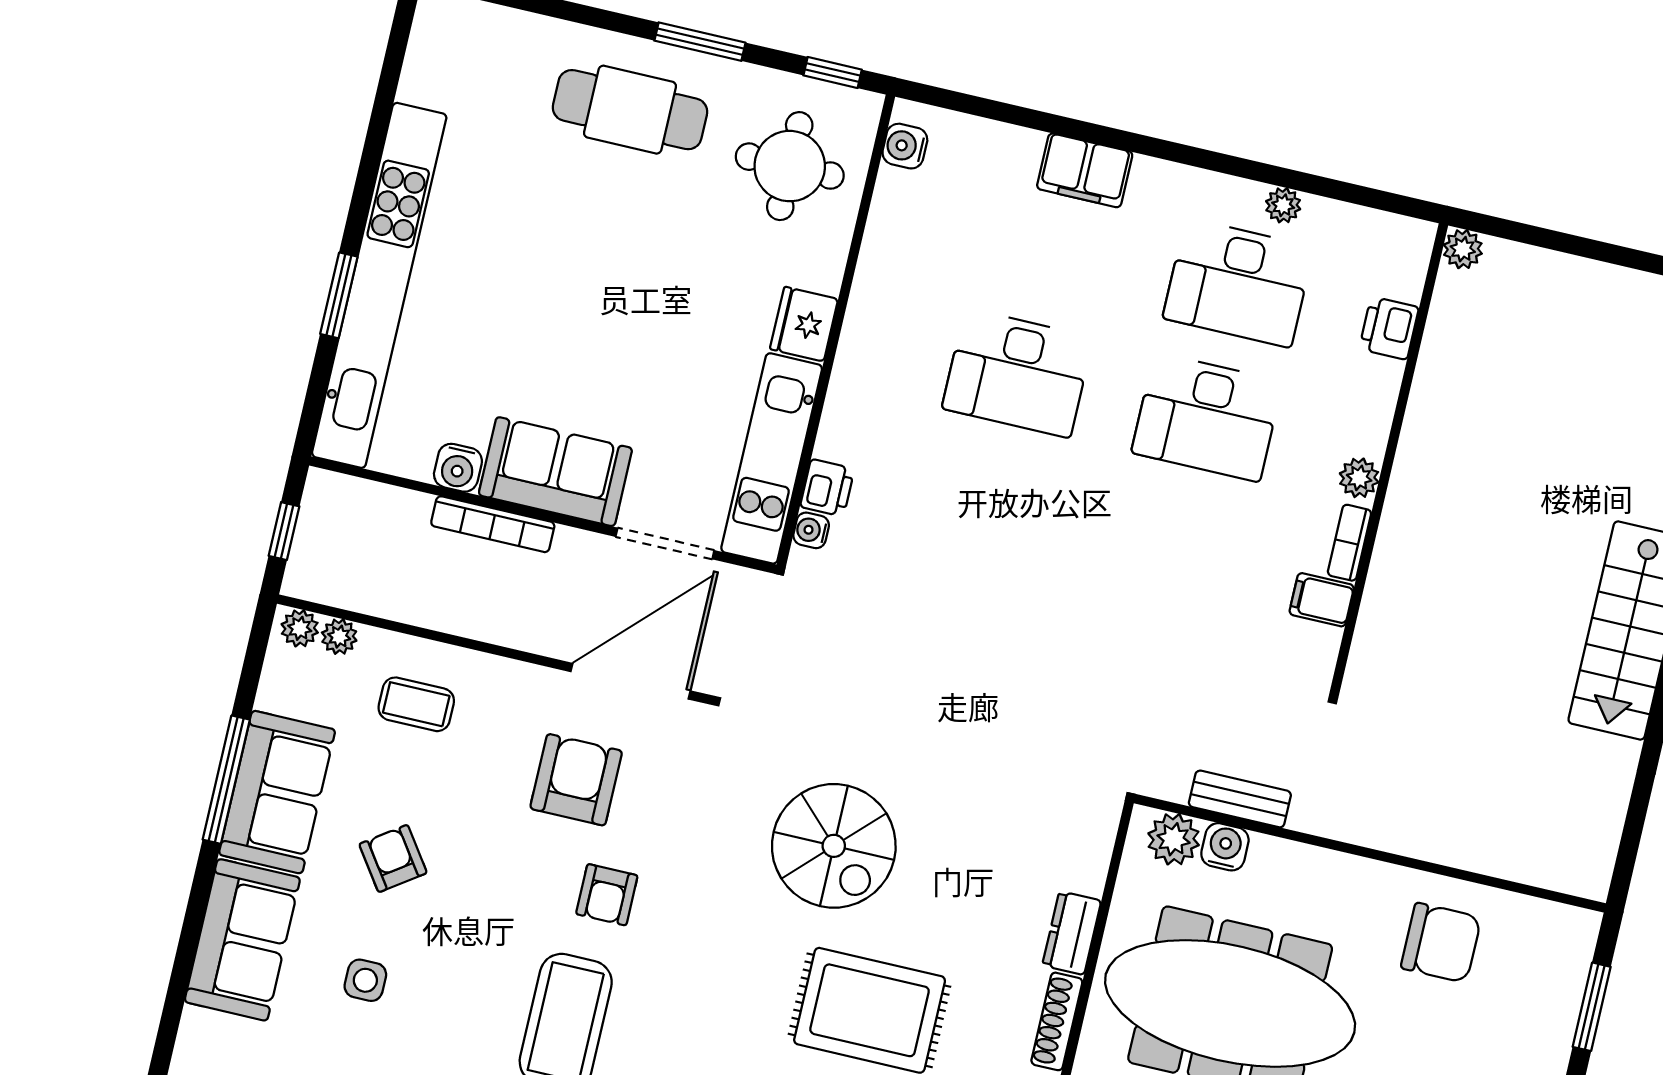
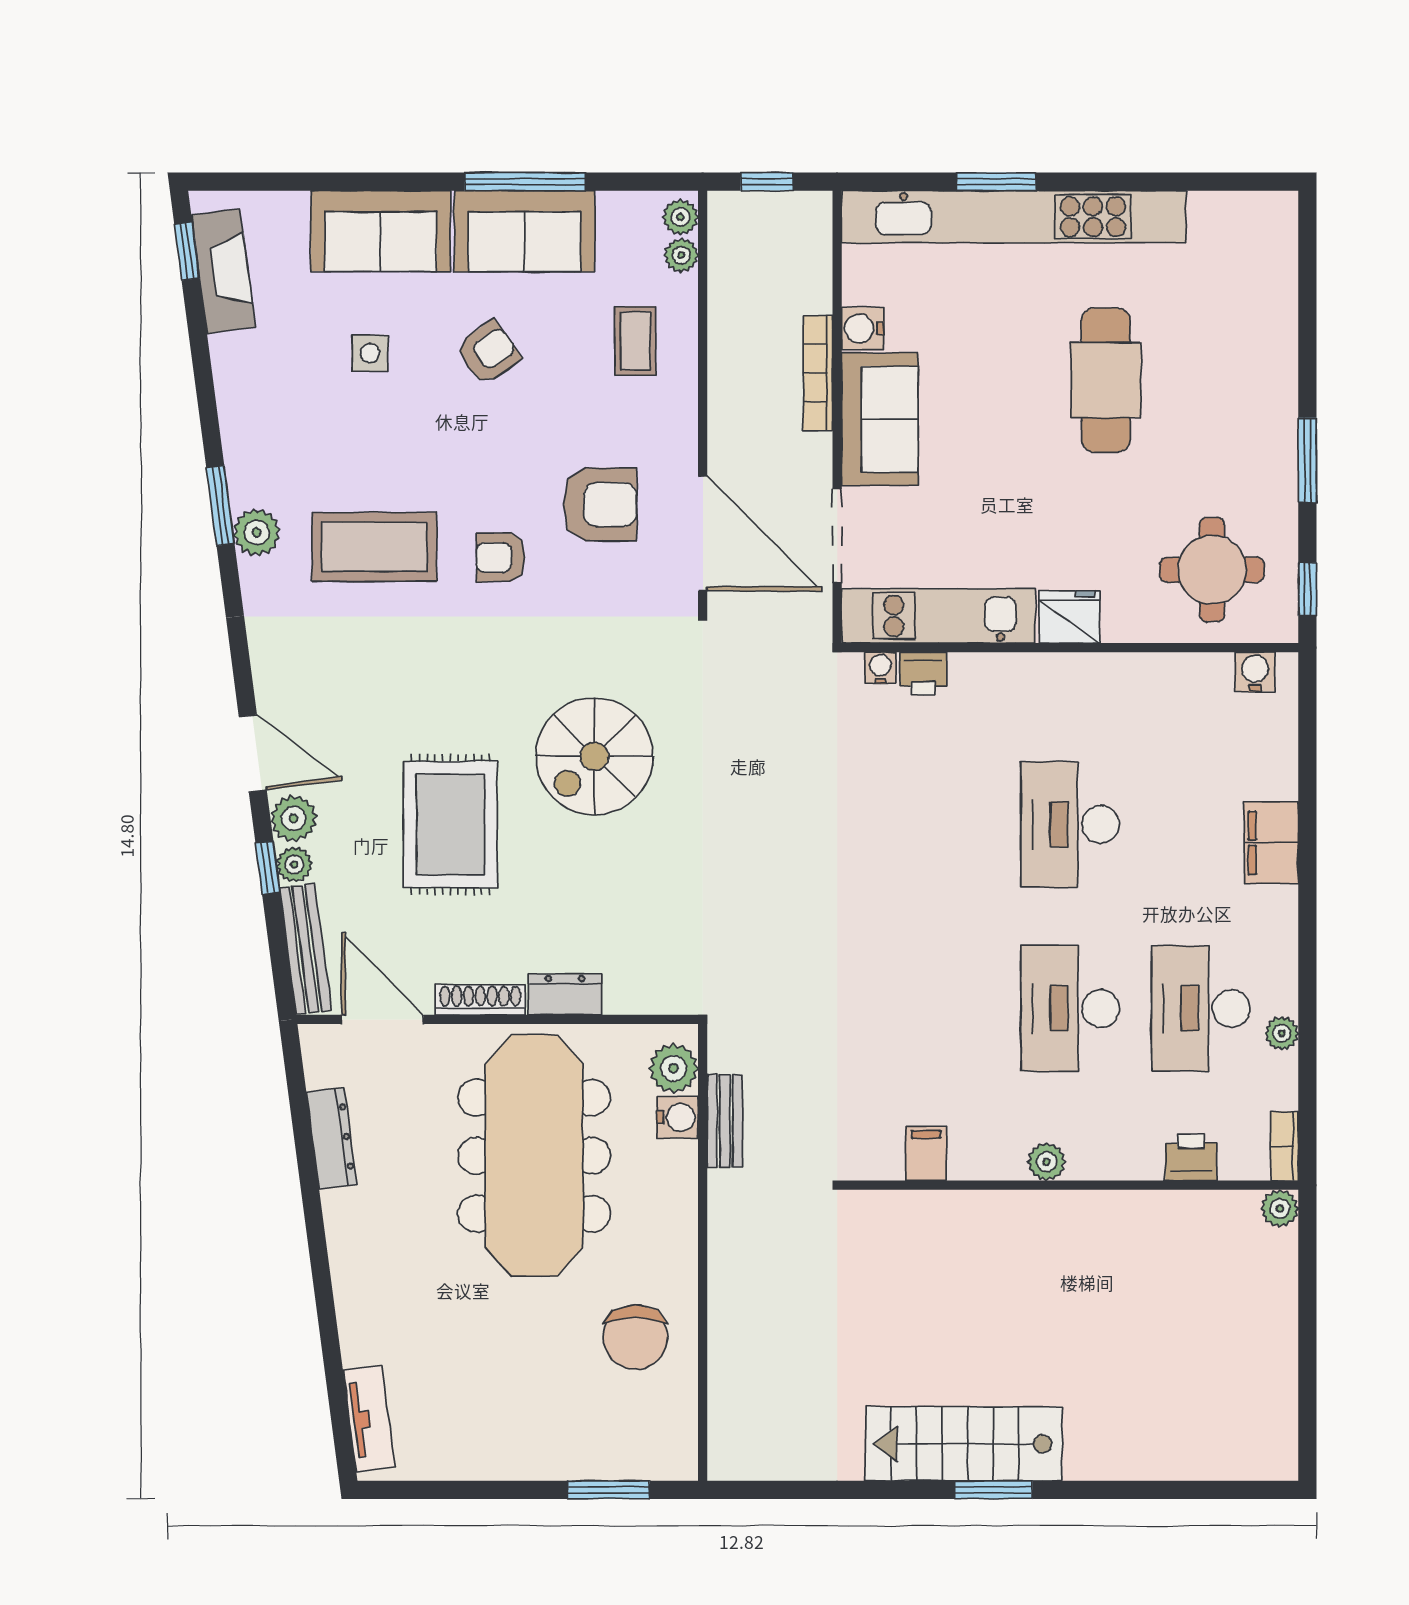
cafe table: (630, 110) -> (1106, 380), moved
bookcase: (1349, 543) -> (1285, 1146), moved, turned -90

